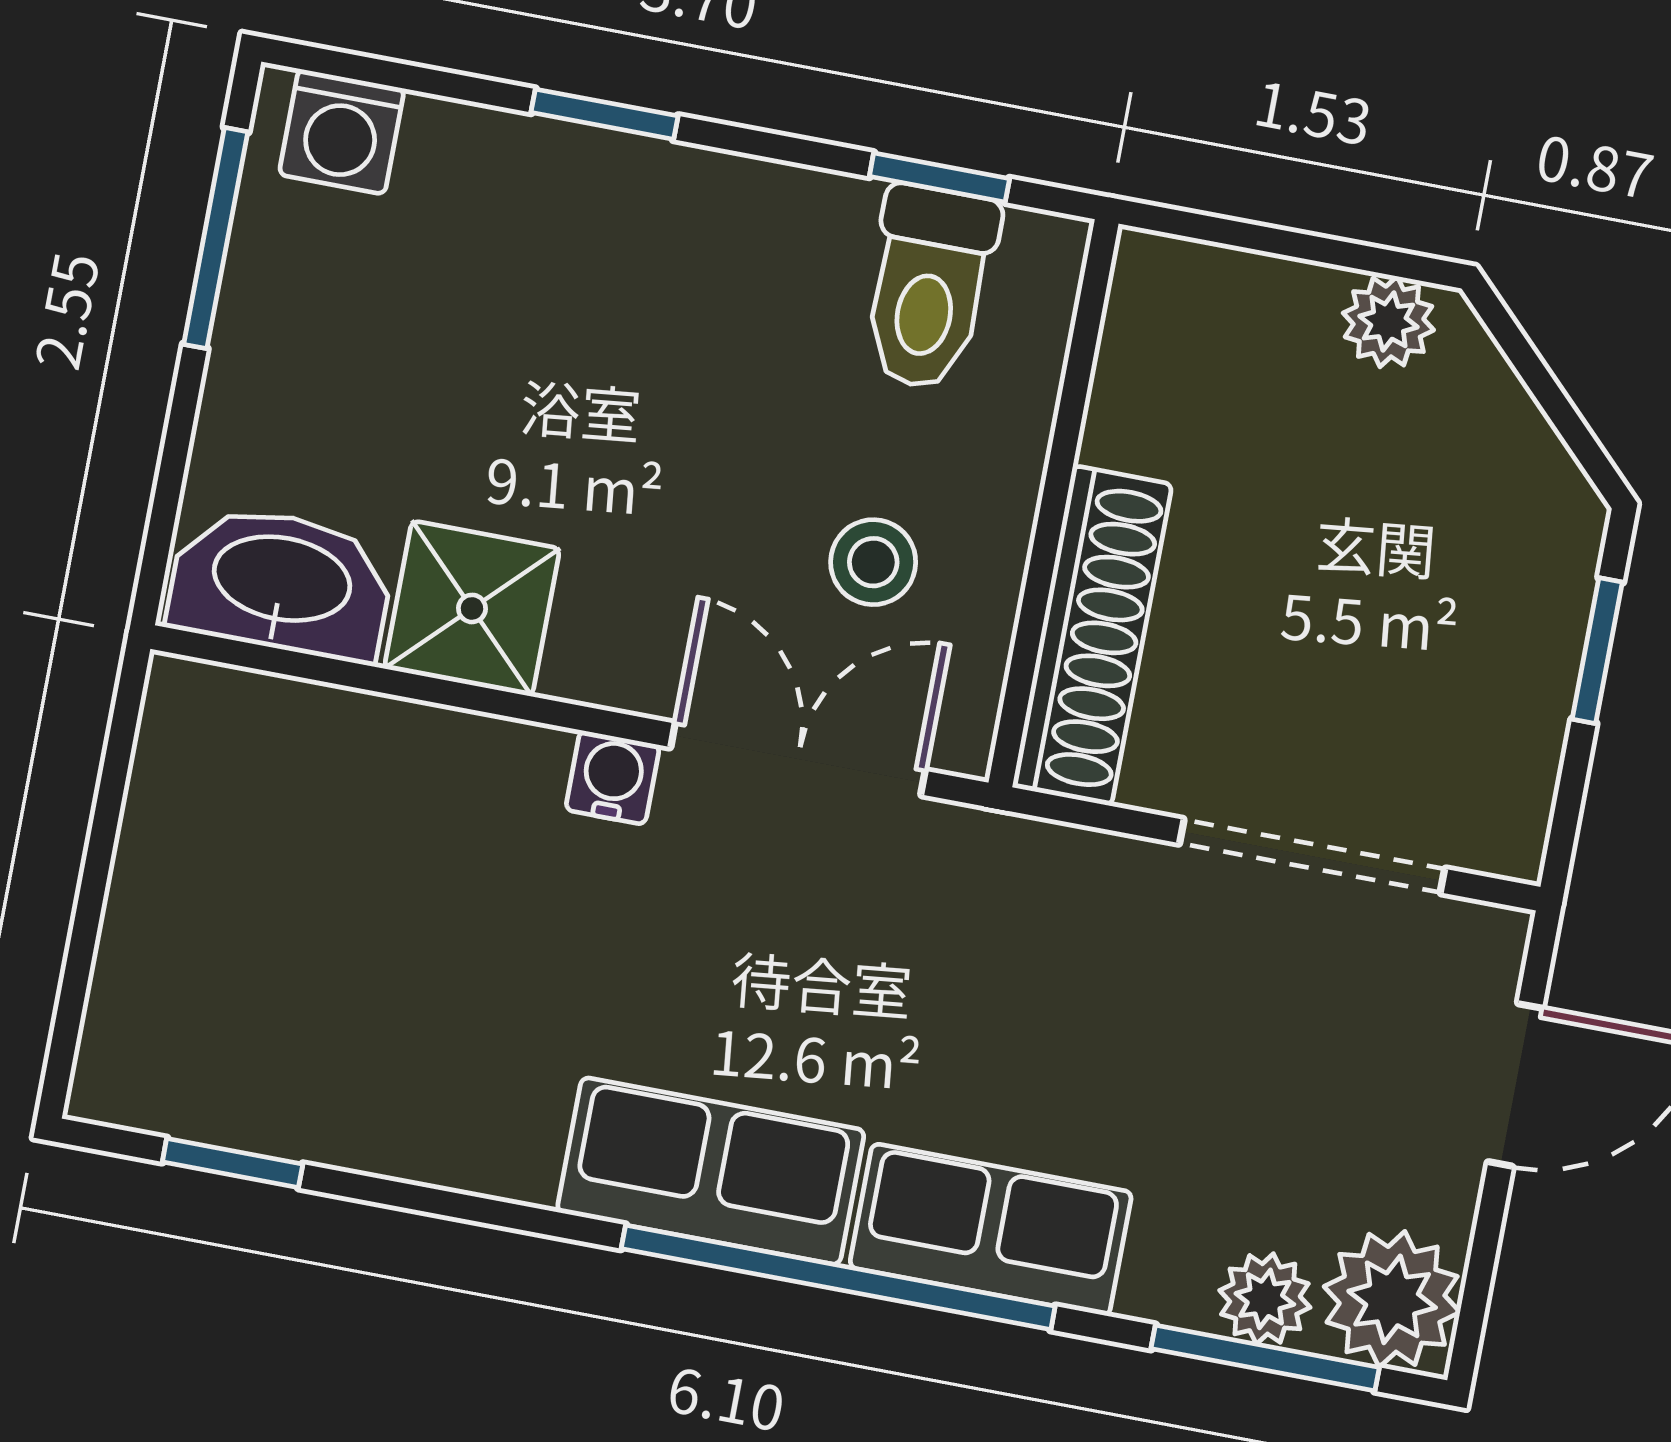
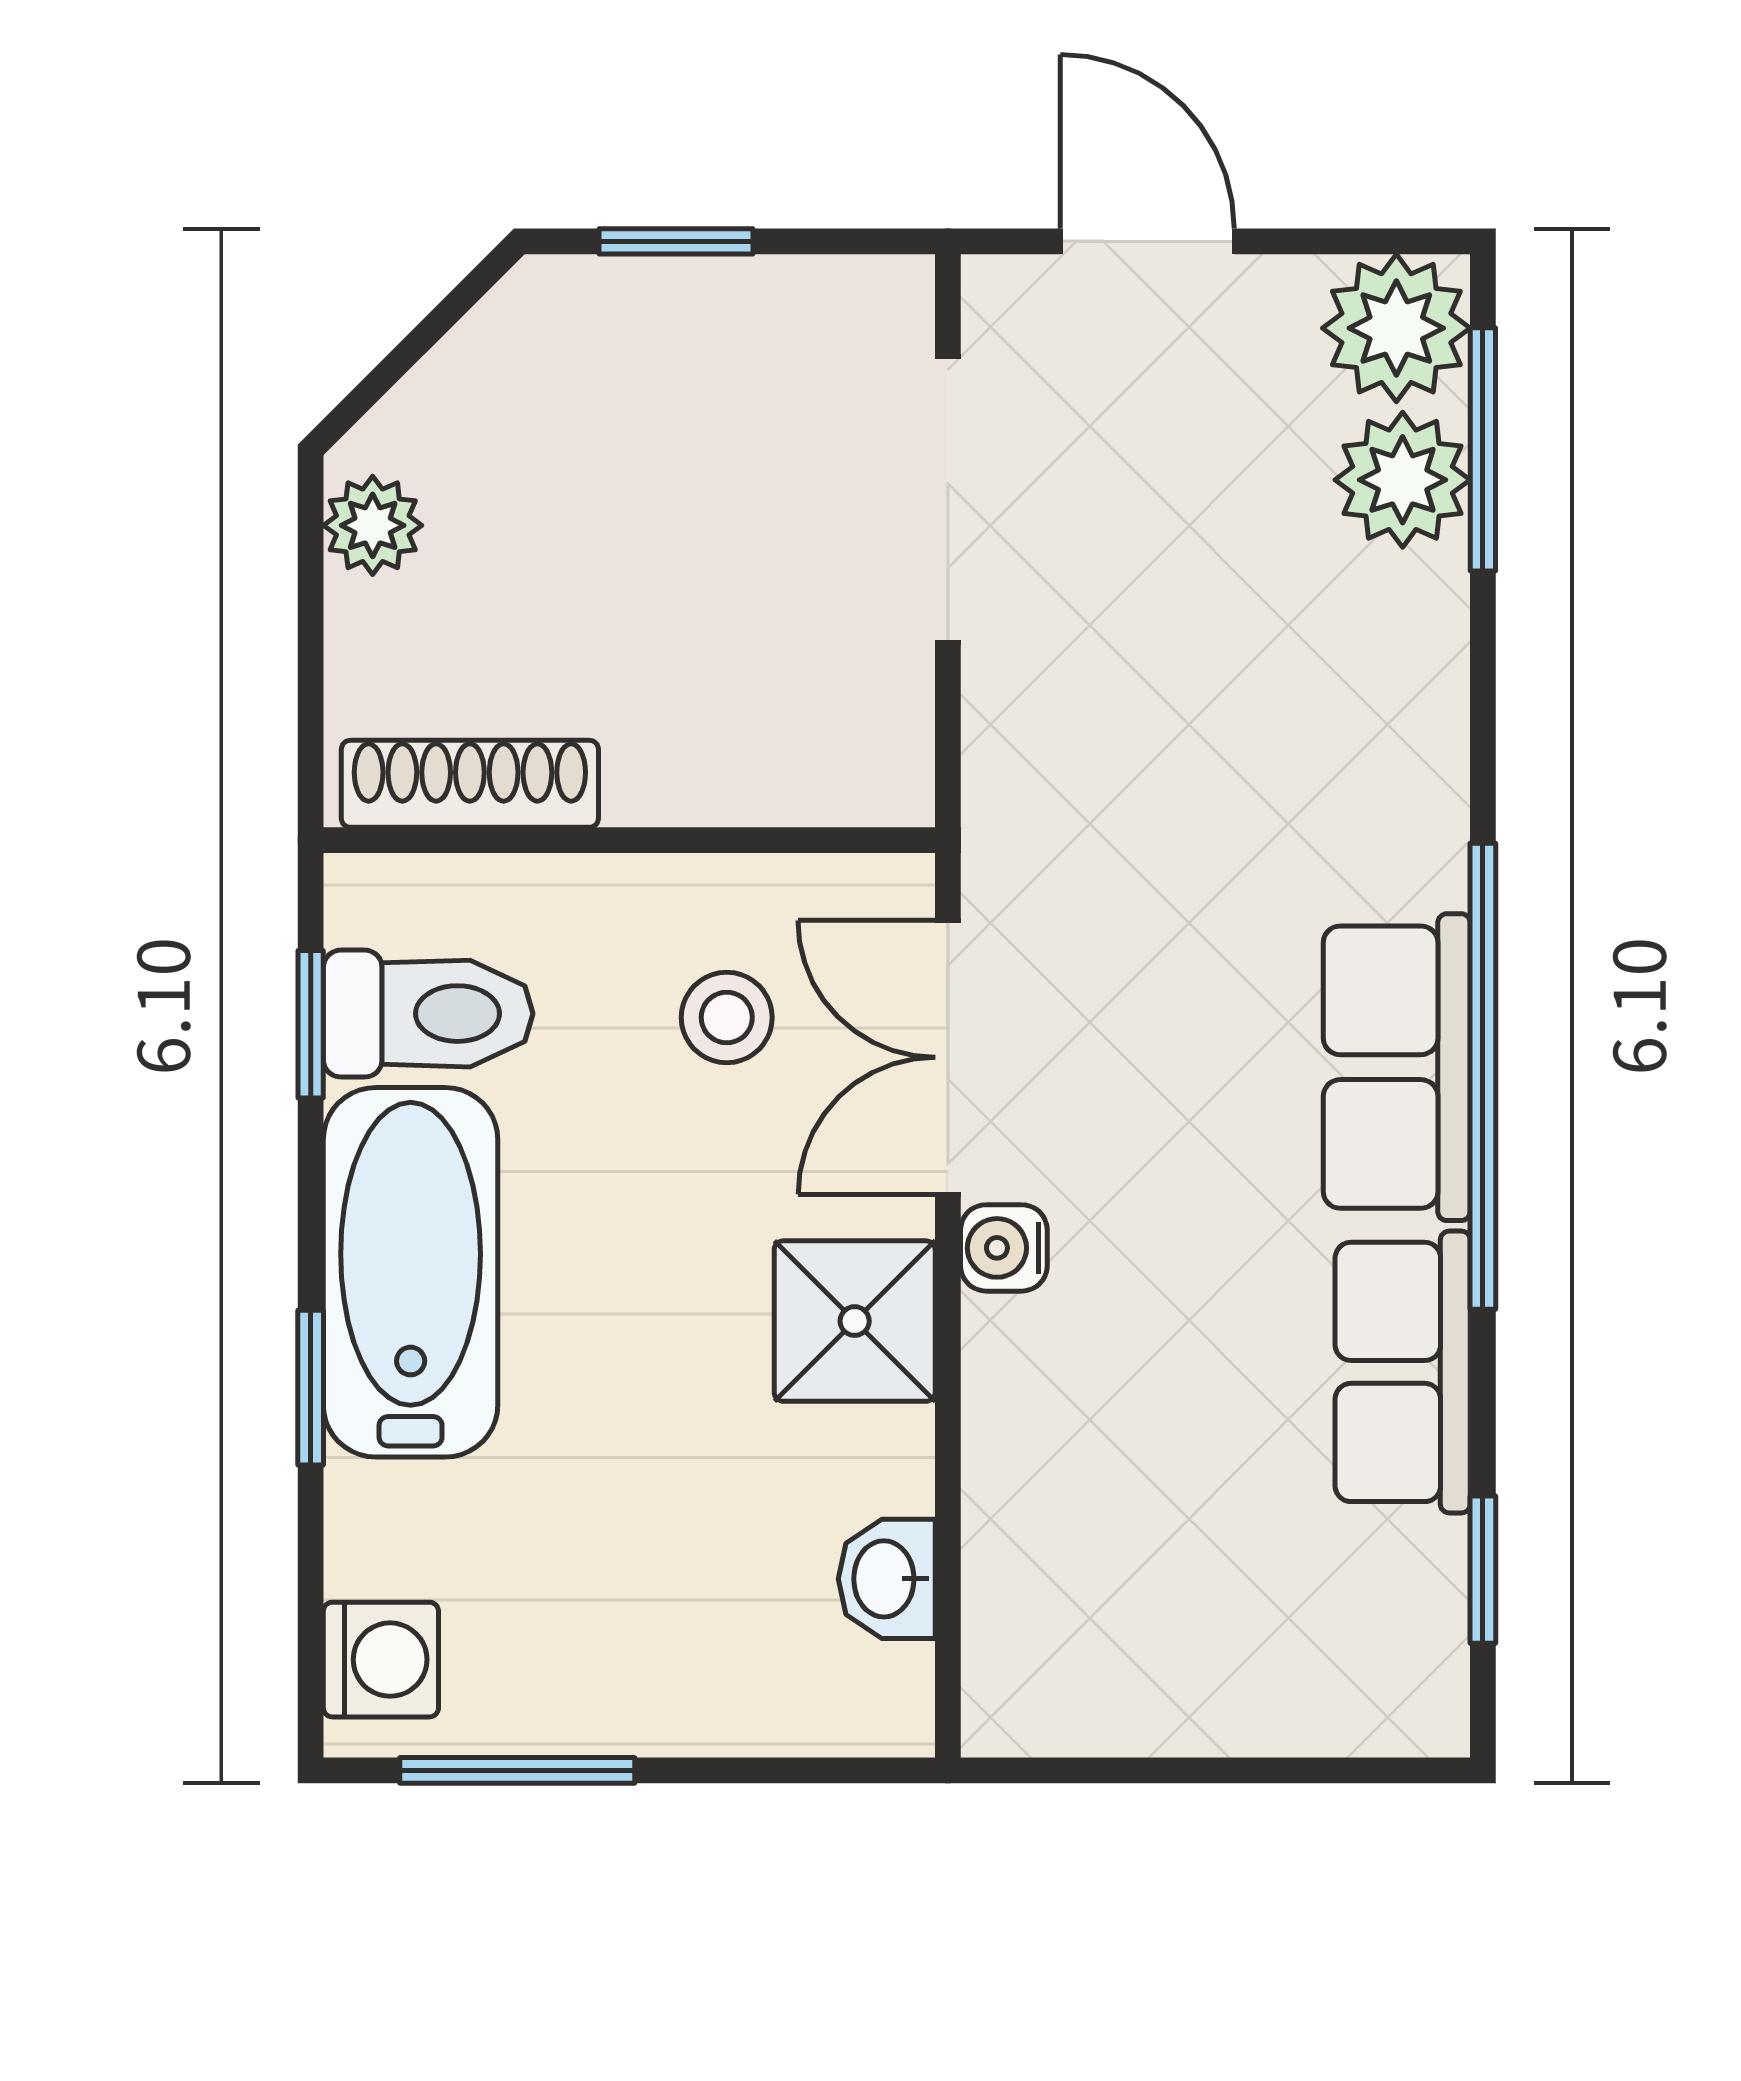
bathtub: (693, 226) -> (411, 1272), added
washbasin: (281, 582) -> (887, 1579), width x0.52, depth x0.69
shower: (472, 608) -> (855, 1321), moved
shoe rack: (1092, 636) -> (470, 784), moved, width x0.74, depth x0.81
row of seats: (991, 1230) -> (1403, 1372), moved
window: (838, 1277) -> (1483, 1076), moved
plant: (1265, 1299) -> (1403, 480), width x1.38, depth x1.38

